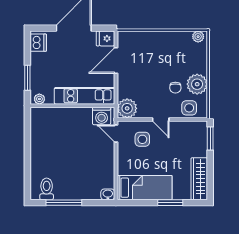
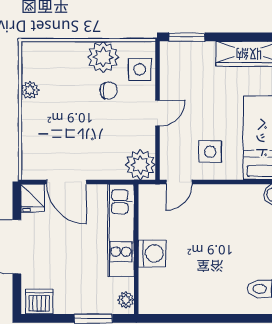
plant: (198, 37) -> (30, 90), moved
washing machine: (102, 116) -> (152, 253), moved
side table: (142, 139) -> (210, 152), moved

